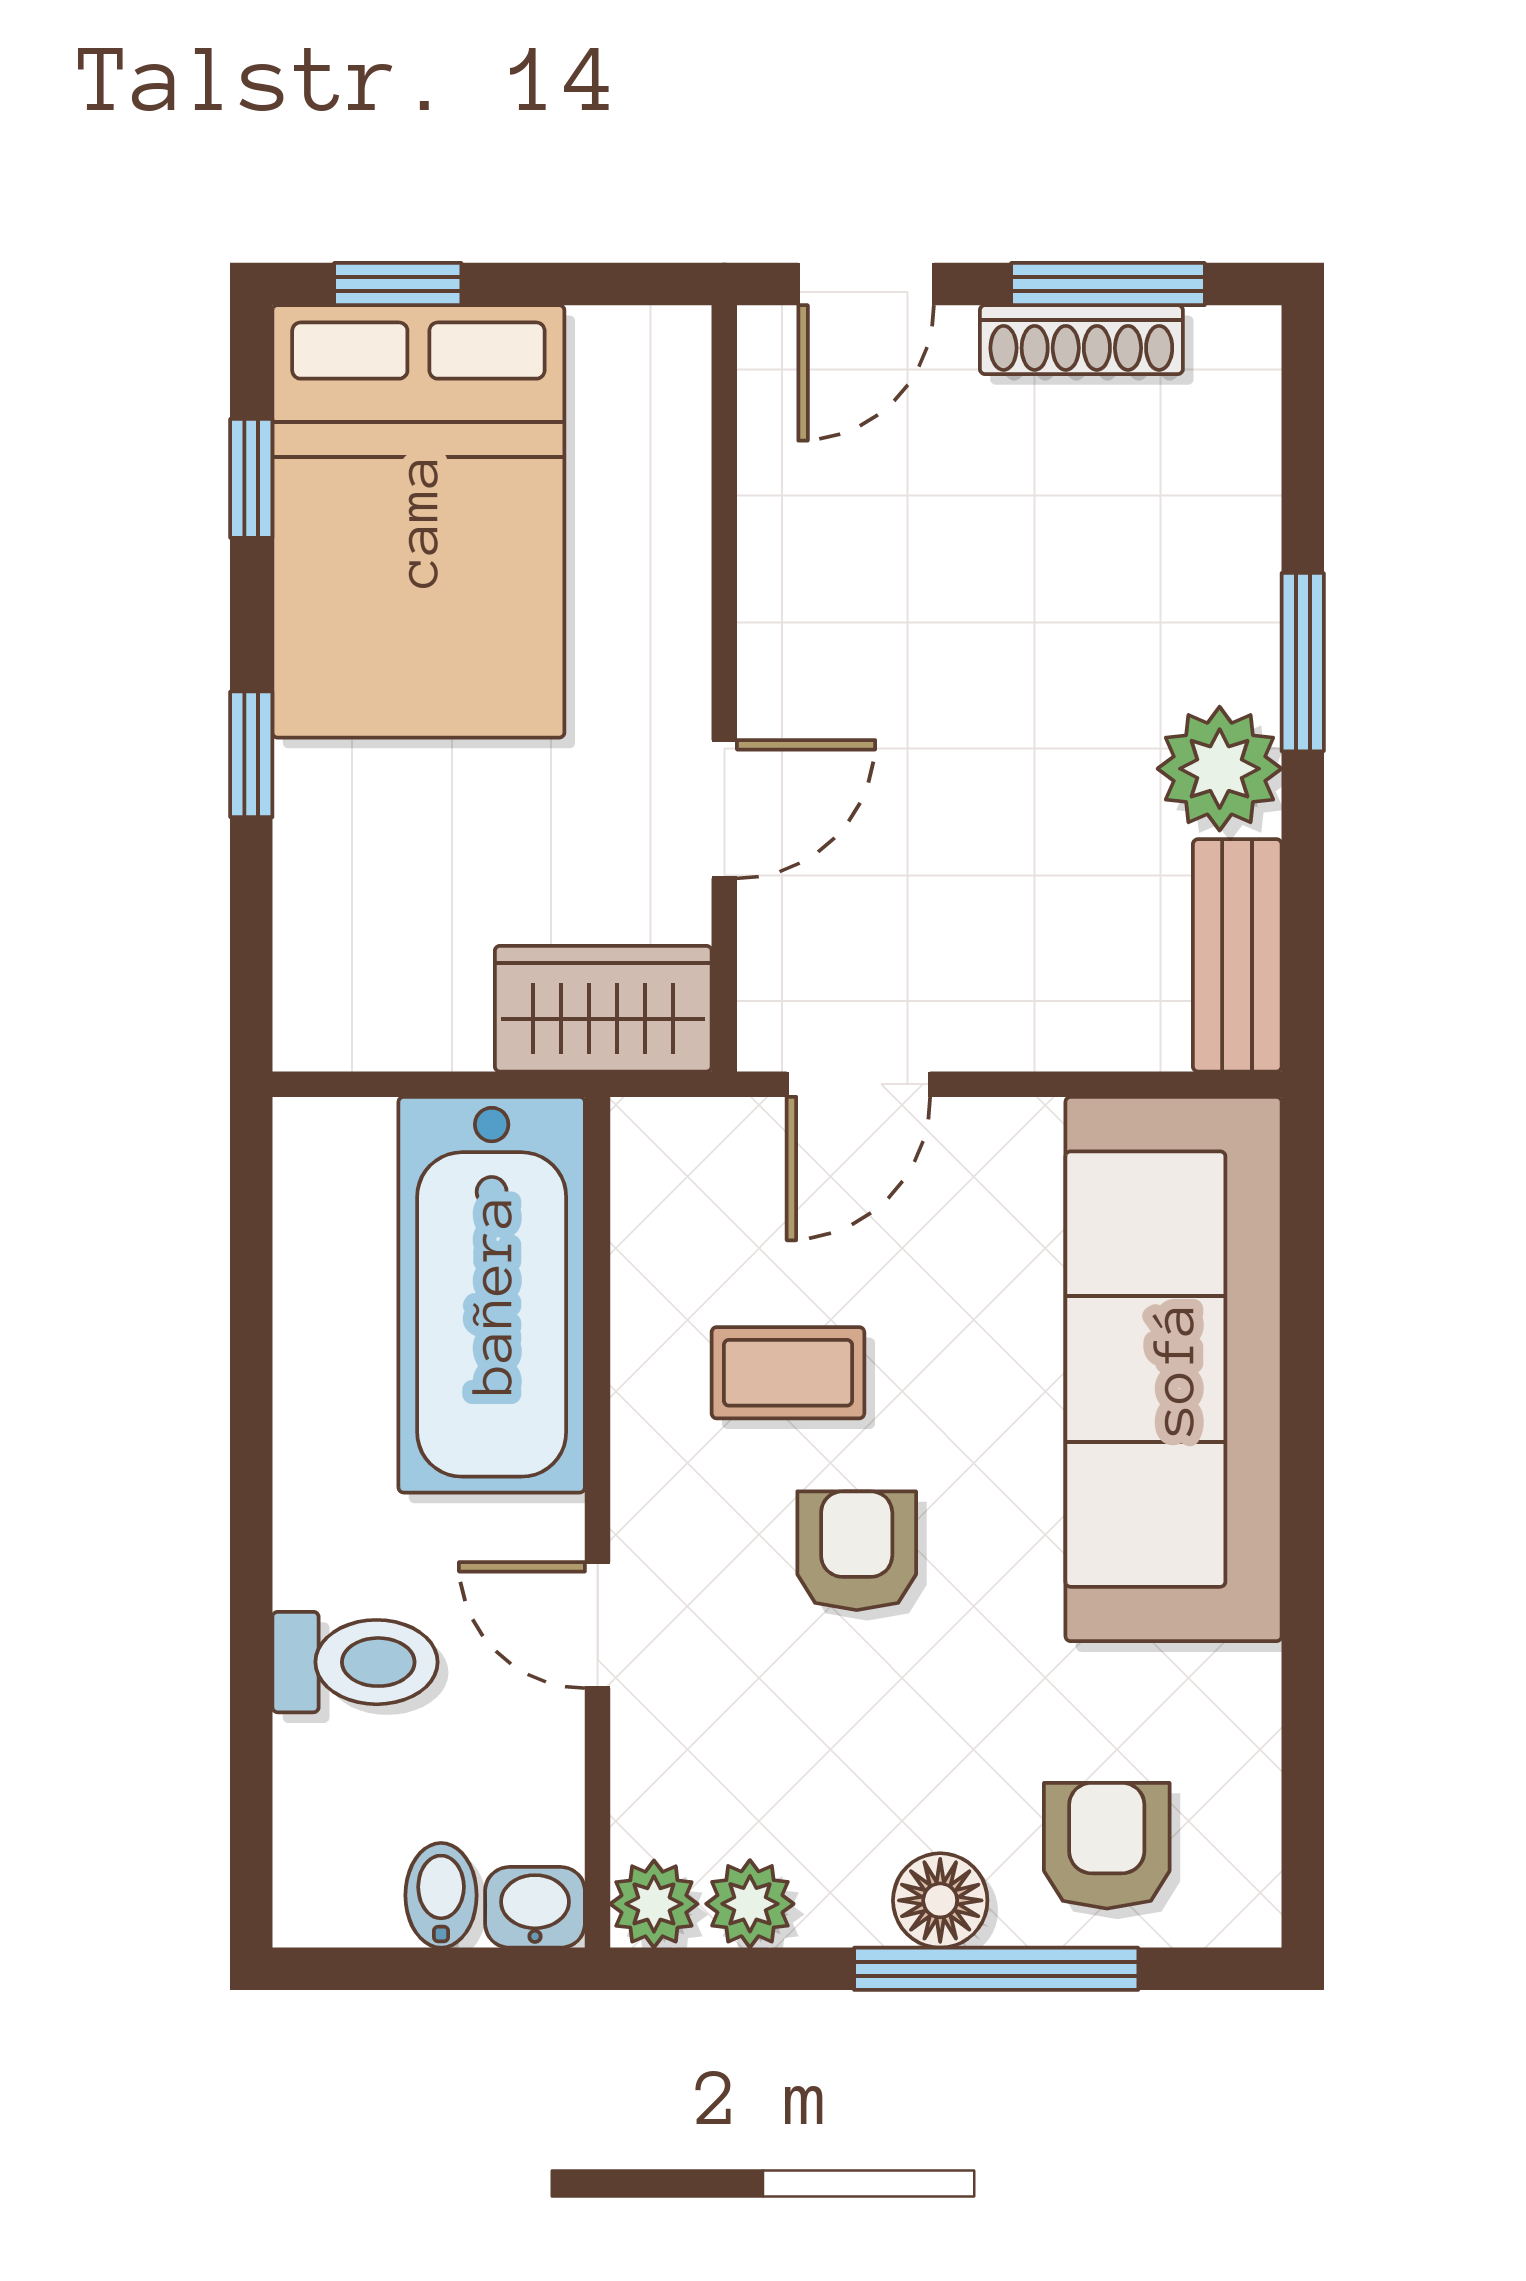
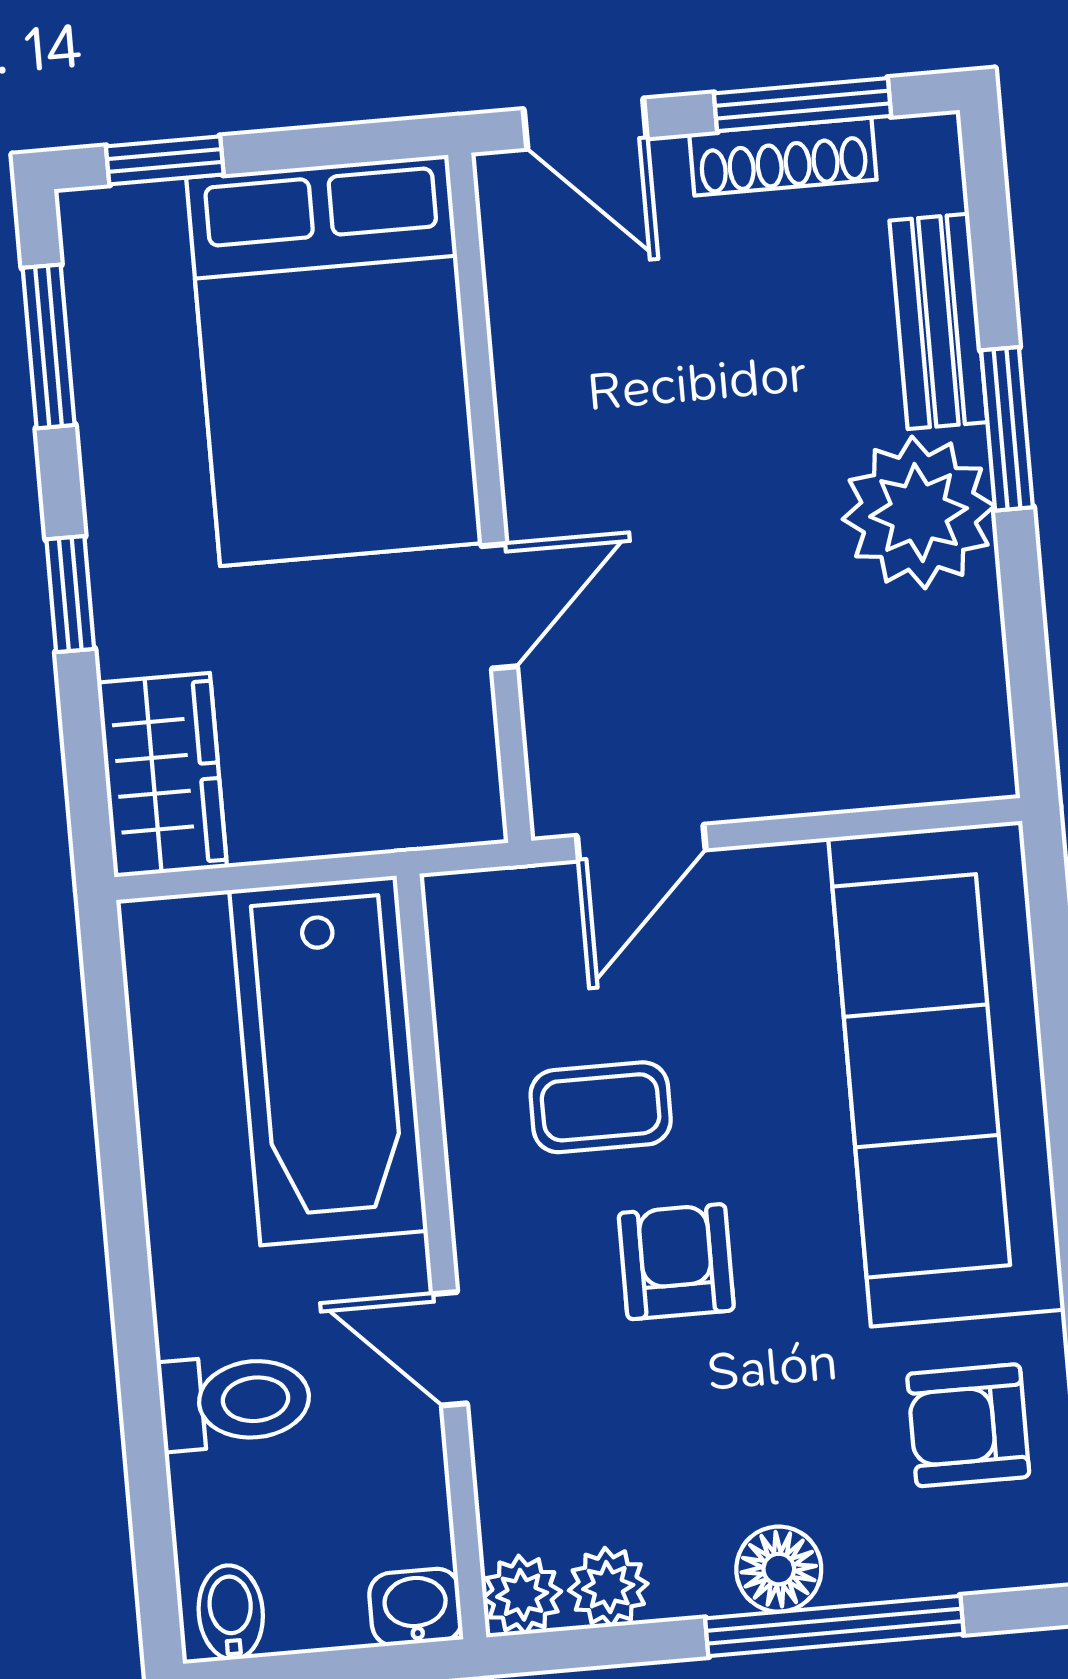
door: (866, 284) -> (585, 124), hinge flipped
window: (251, 478) -> (49, 346), width x1.50
bed: (418, 521) -> (334, 360), moved
plant: (1220, 769) -> (919, 512), width x1.36, depth x1.36
bench: (1237, 955) -> (938, 321), moved
wardrobe: (603, 1009) -> (162, 775), moved, turned 90
armchair: (1107, 1846) -> (968, 1425), moved, turned -90
bidet: (441, 1895) -> (231, 1612), moved

